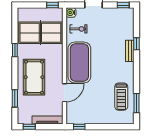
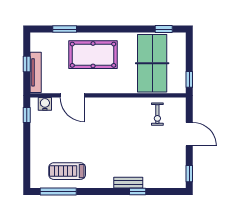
water cooler: (71, 12) -> (45, 104), moved
window: (15, 50) -> (164, 29), moved
exercise mat: (79, 63) -> (113, 115), removed
window: (136, 103) -> (58, 191), width x1.44
window: (29, 127) -> (27, 64), moved

